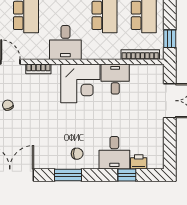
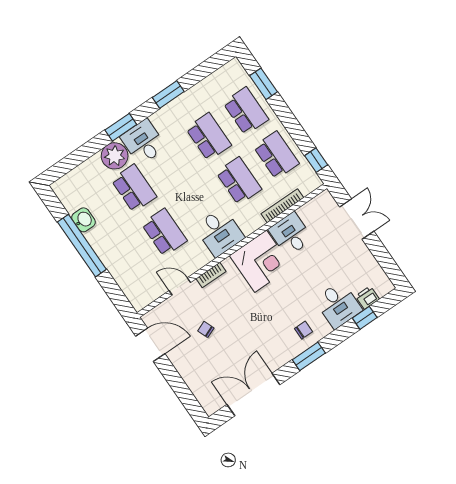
bookcase: (140, 55) -> (282, 206), moved

